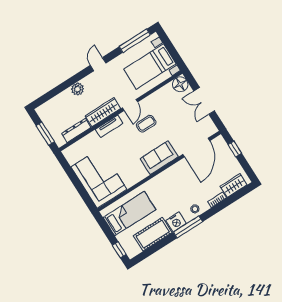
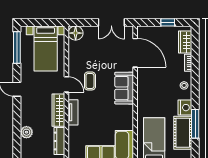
plant: (78, 89) -> (26, 132), moved
double door: (204, 101) -> (111, 22), moved
window: (235, 149) -> (168, 22), moved
window: (188, 227) -> (195, 124), moved

